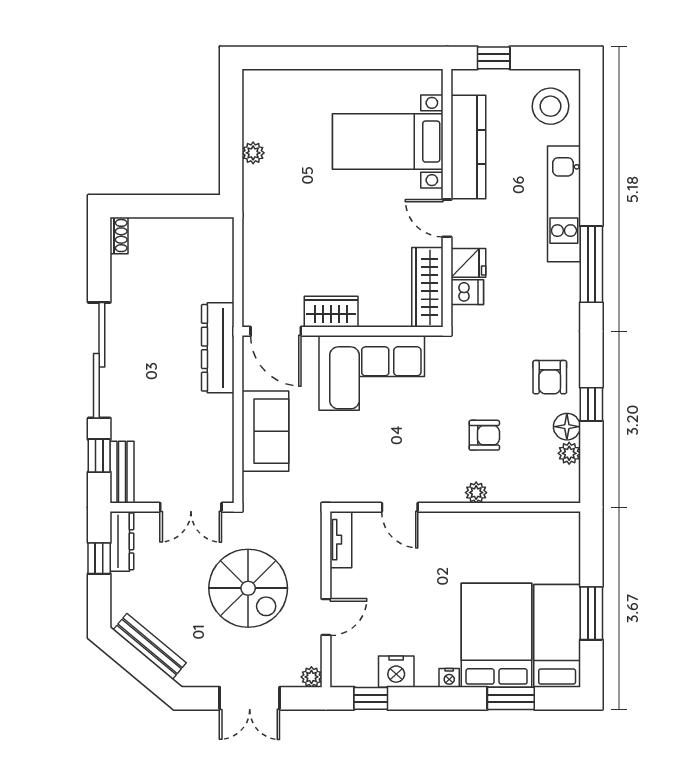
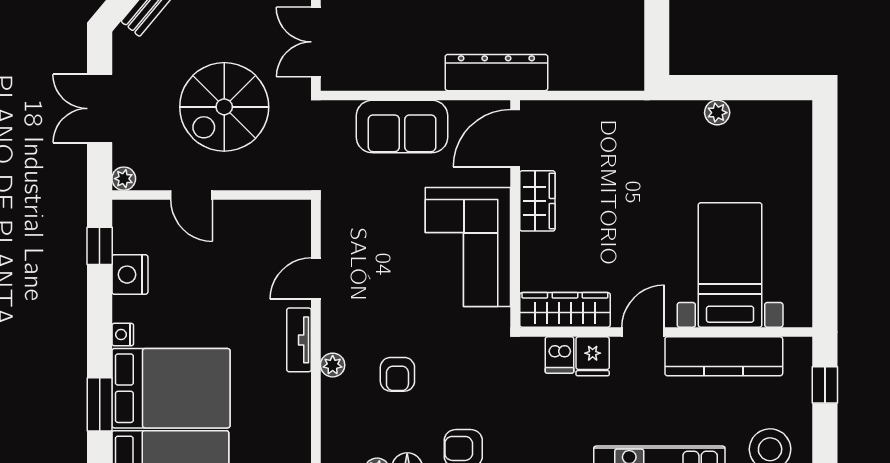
tv unit: (341, 540) -> (299, 340), moved, turned 90

